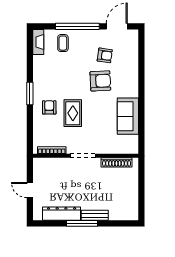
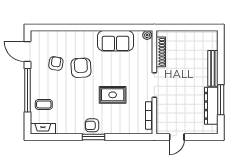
armchair: (49, 107) -> (92, 125), moved
plant: (134, 148) -> (147, 35), added
door: (30, 190) -> (177, 137), moved
bench: (95, 215) -> (213, 68), width x1.36
window: (82, 223) -> (221, 100), moved

